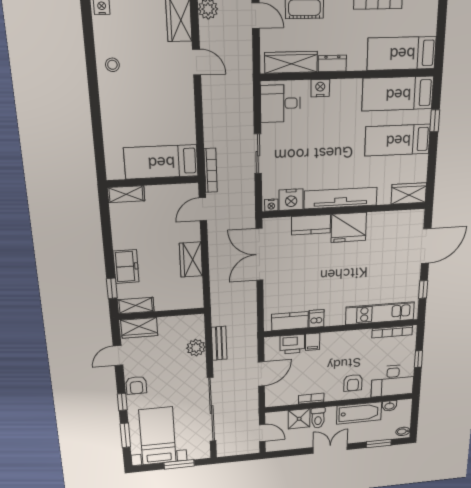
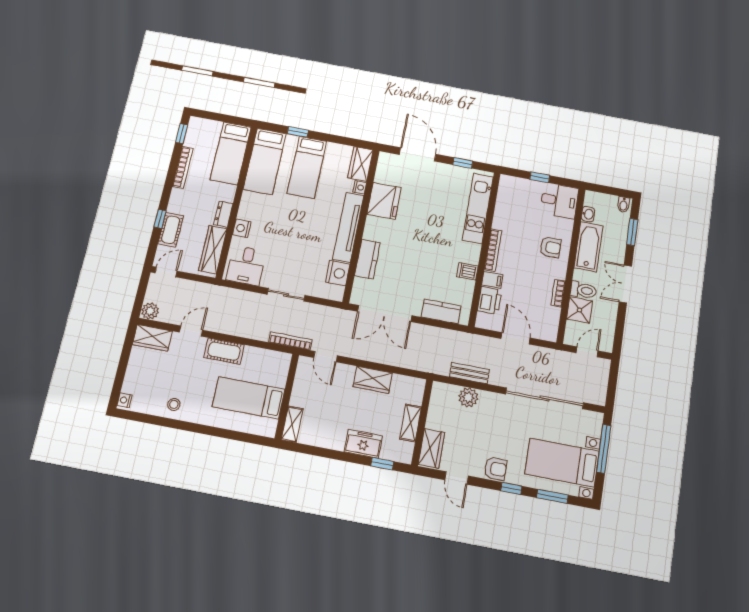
cot: (184, 104) -> (224, 351), added
bed: (161, 162) -> (249, 398), moved, turned 90
nightstand: (271, 205) -> (360, 187), moved
fridge: (349, 227) -> (384, 201), moved
shelving: (136, 306) -> (411, 423), moved
kitchen counter: (290, 321) -> (441, 311), moved, turned 90
bookcase: (392, 332) -> (493, 250), moved
desk: (393, 381) -> (559, 201), width x0.73
window: (179, 464) -> (604, 449), width x1.44

